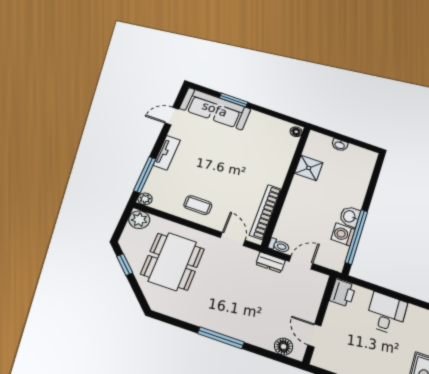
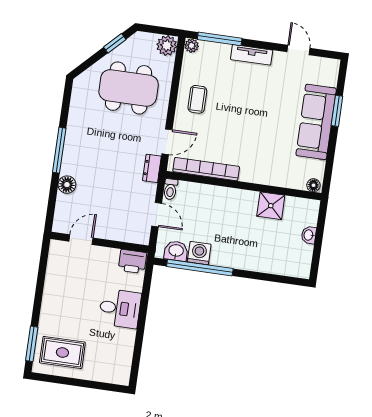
sofa: (215, 109) -> (316, 122), moved
washbasin: (350, 217) -> (176, 251), moved
dresser: (270, 262) -> (152, 168), moved
floor lamp: (284, 347) -> (67, 185), moved

